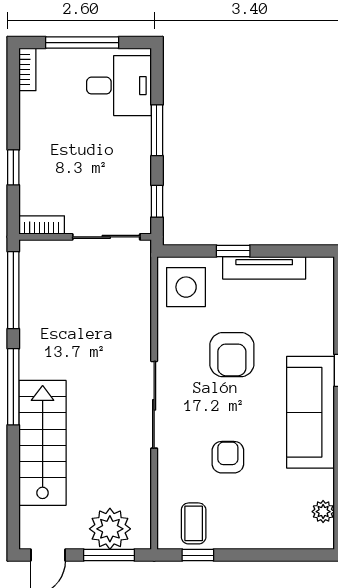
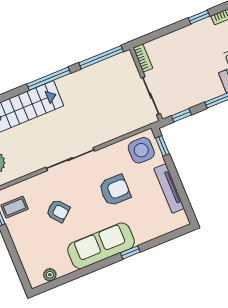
window: (13, 167) -> (199, 17), moved
window: (233, 251) -> (162, 146), moved
armchair: (232, 355) -> (115, 190), turned 180
armchair: (228, 457) -> (58, 211), turned 50

